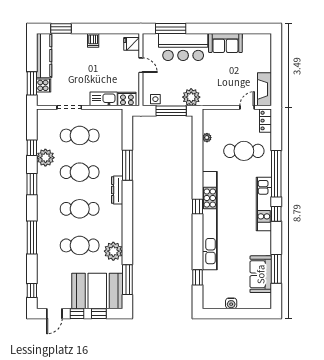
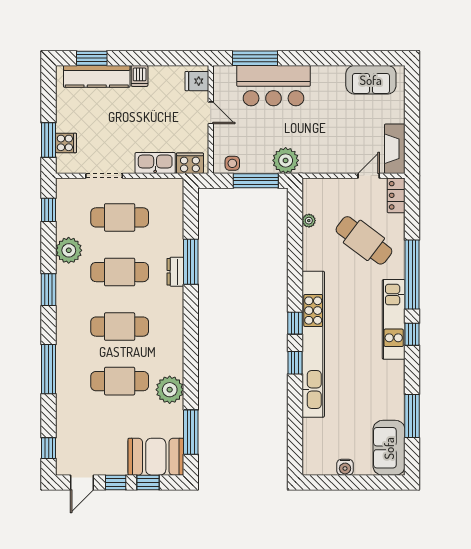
sofa: (225, 43) -> (371, 80), moved
kitchen counter: (44, 56) -> (97, 76), moved, turned 90
window: (32, 148) -> (49, 210), moved
cafe table: (244, 151) -> (364, 240), turned 37
dresser: (117, 190) -> (175, 272), moved, width x0.70
sofa: (261, 274) -> (389, 448), moved
window: (198, 277) -> (295, 363), moved
booth: (97, 291) -> (156, 457), width x0.73, depth x0.70

